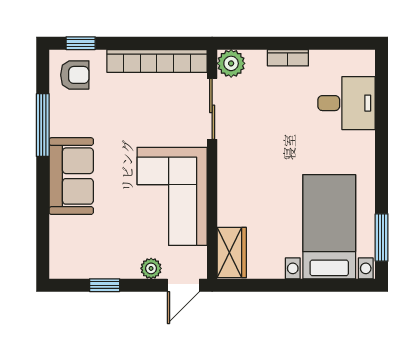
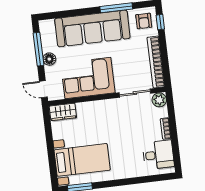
desk: (346, 103) -> (158, 155), moved, turned -90
sofa: (71, 176) -> (92, 28), width x1.85, depth x1.27
floor lamp: (126, 267) -> (49, 59), added
plant: (151, 268) -> (50, 72), removed
window: (105, 285) -> (38, 49), width x2.17

